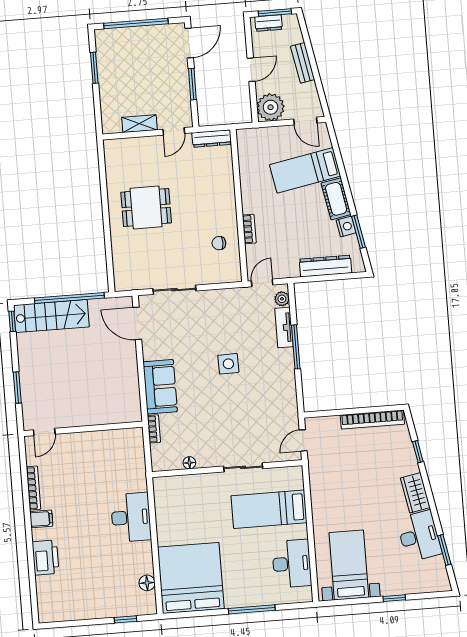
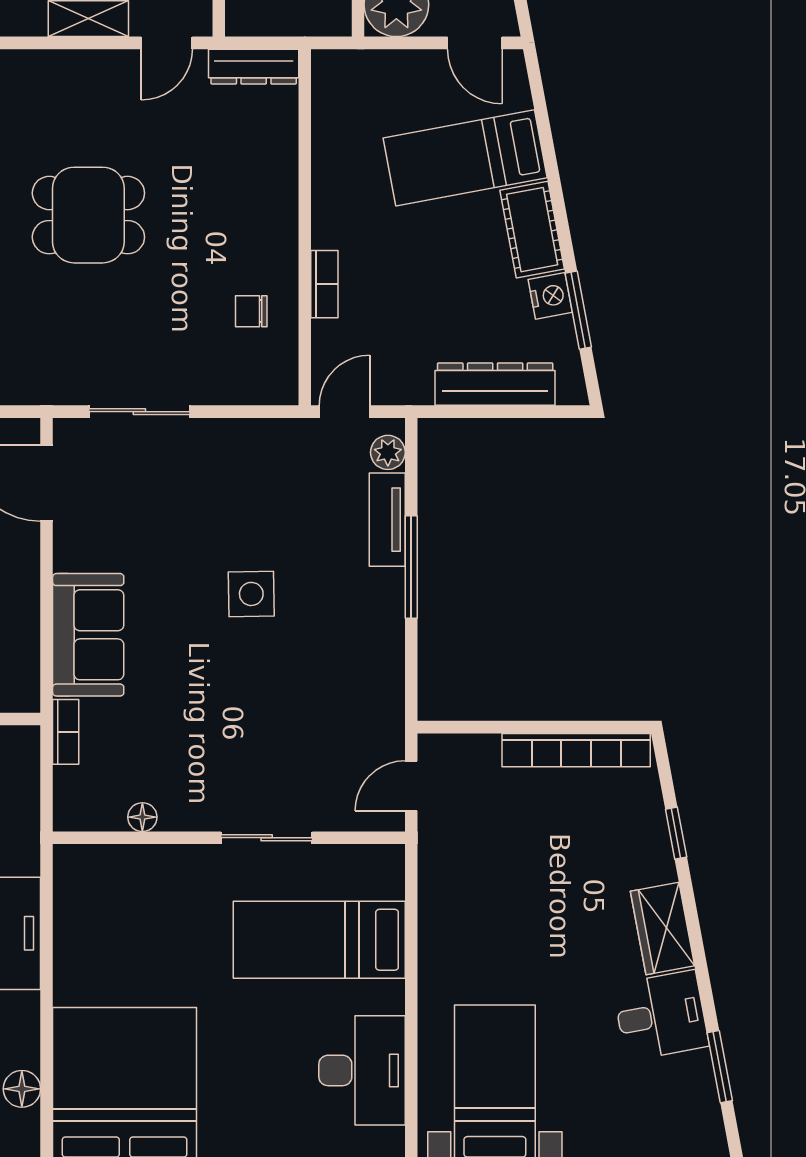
desk: (419, 536) -> (661, 1015), width x0.73

